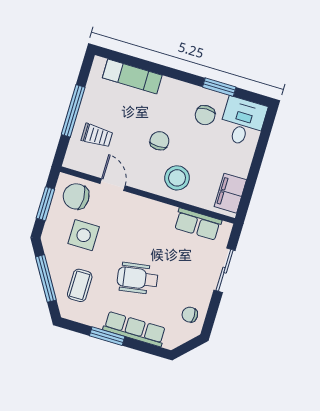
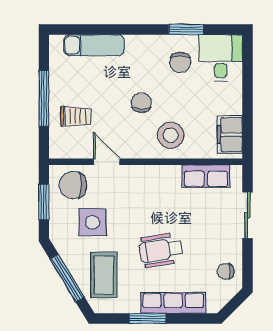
coffee table: (80, 285) -> (104, 275), width x1.36, depth x1.30

